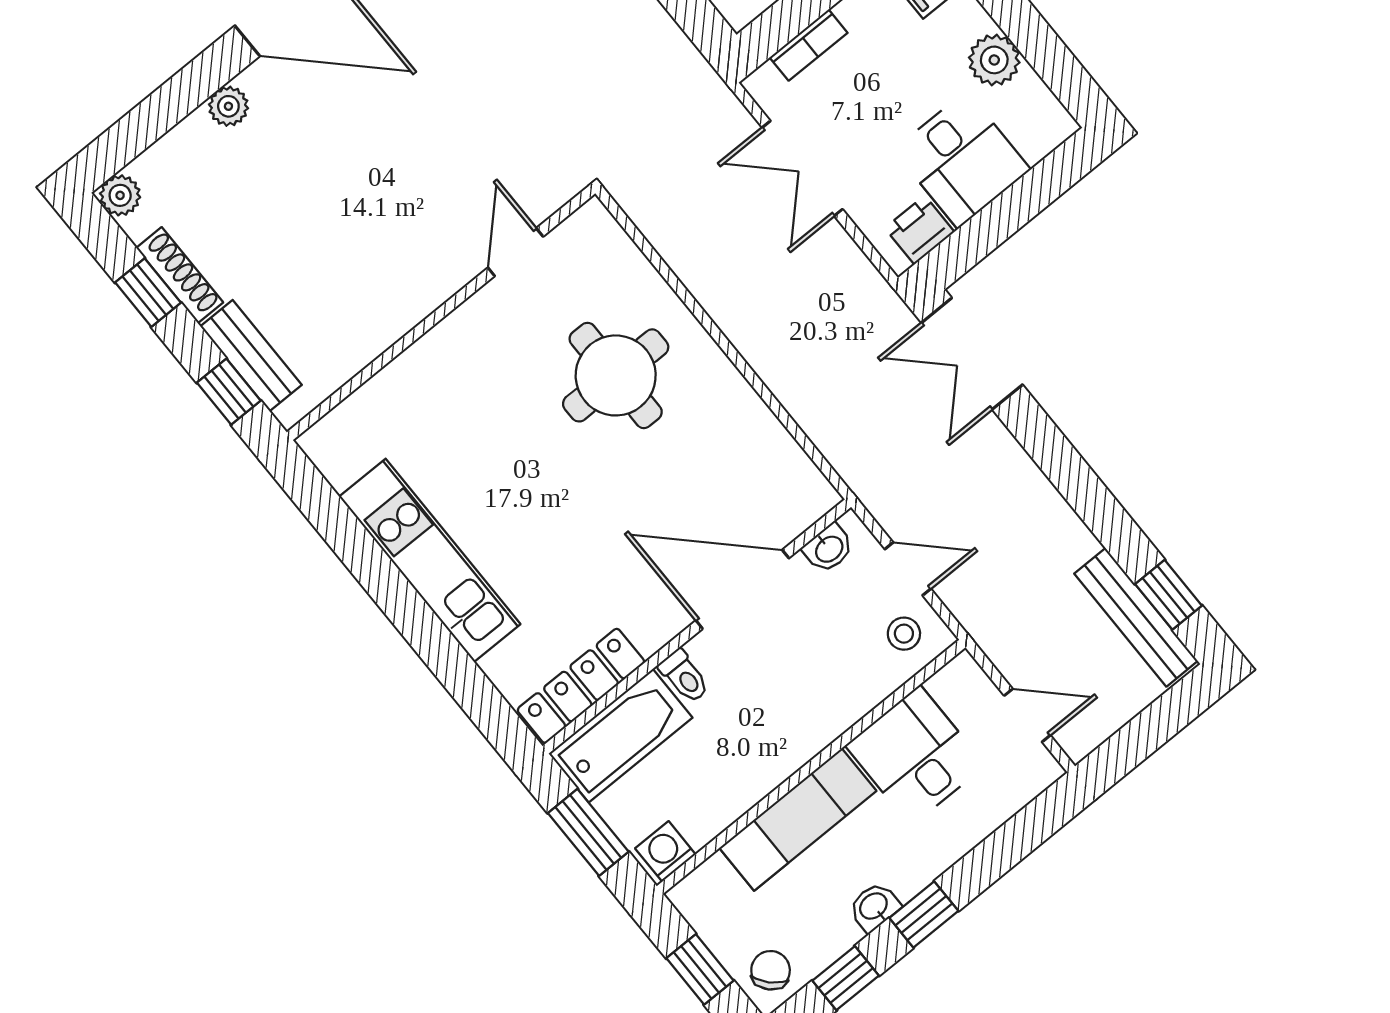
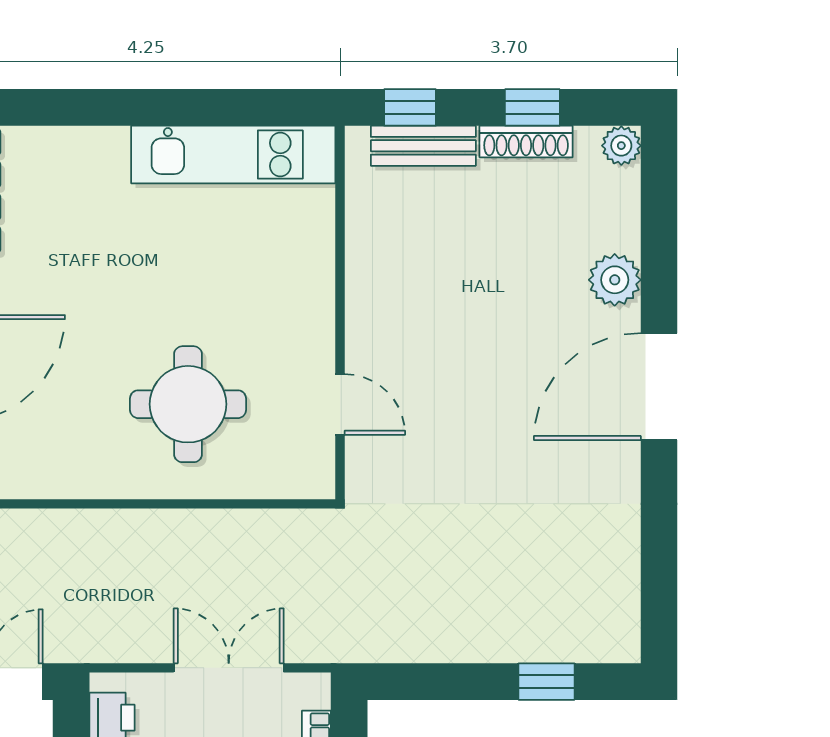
plant: (228, 106) -> (615, 280), width x1.38, depth x1.38
kitchen unit: (430, 560) -> (233, 154), moved

